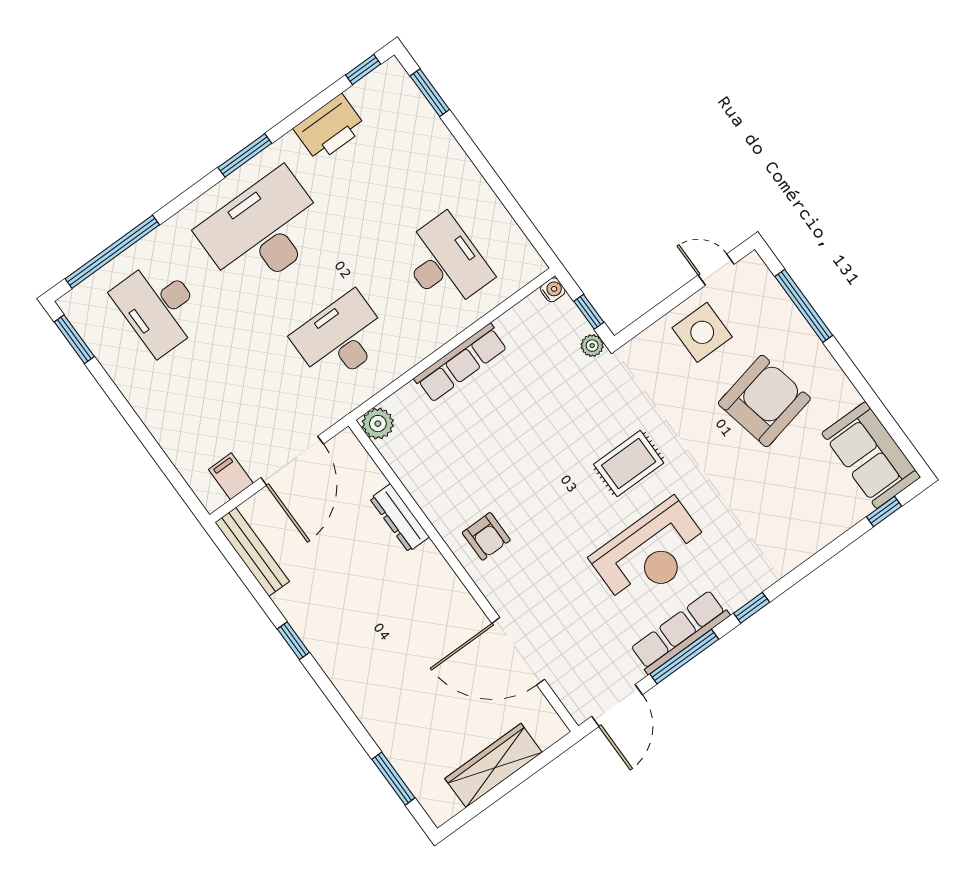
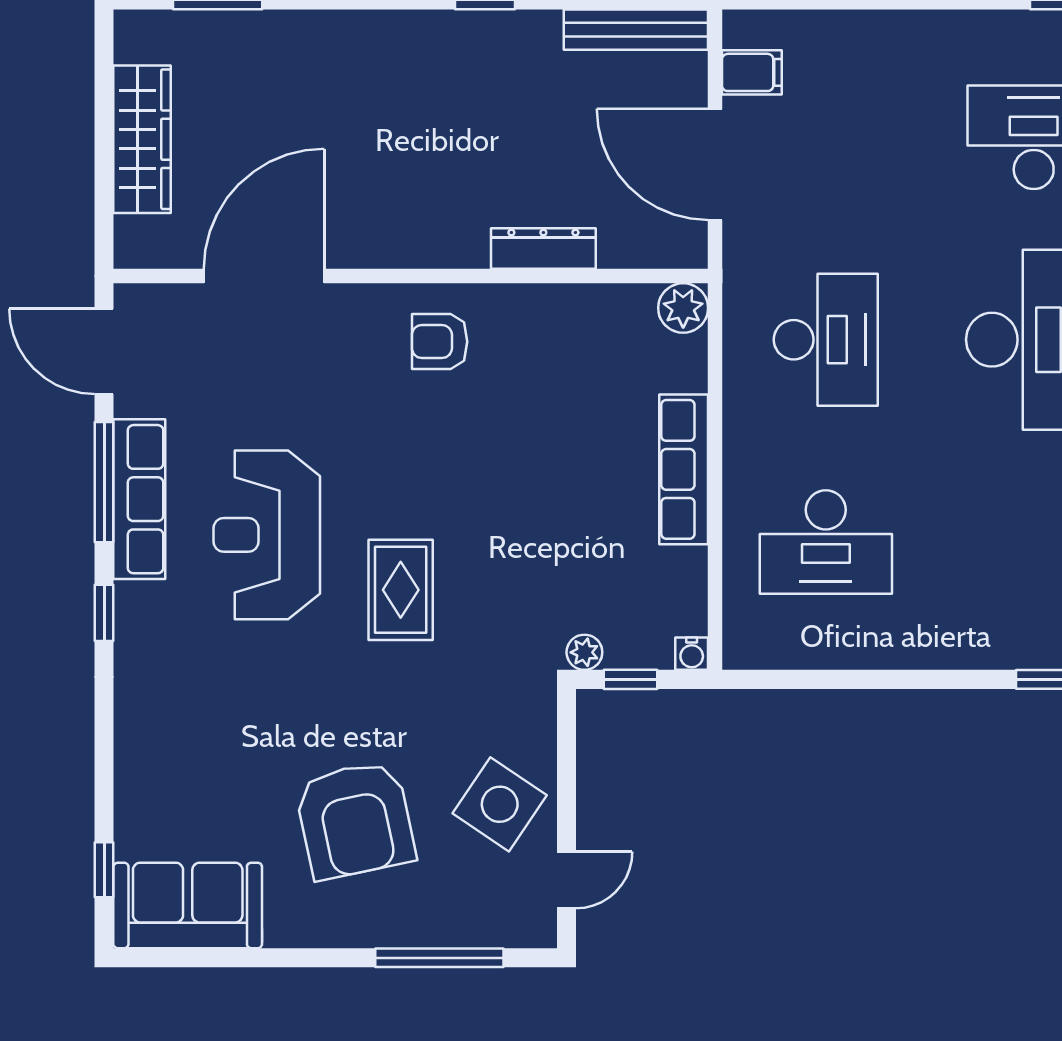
side table: (702, 332) -> (500, 804), turned 34

